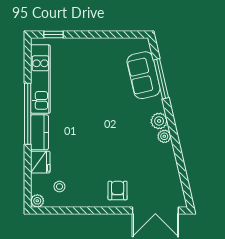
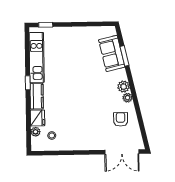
window: (161, 79) -> (125, 56), width x0.69
window: (28, 114) -> (28, 83), width x0.32
armchair: (118, 191) -> (121, 119), moved
plant: (37, 201) -> (36, 132), moved

